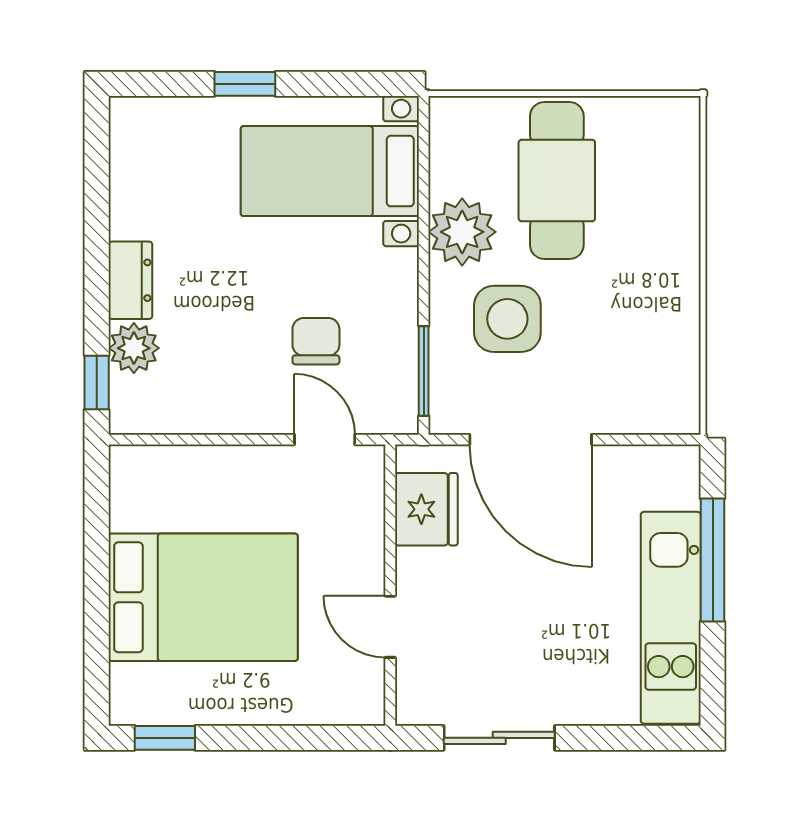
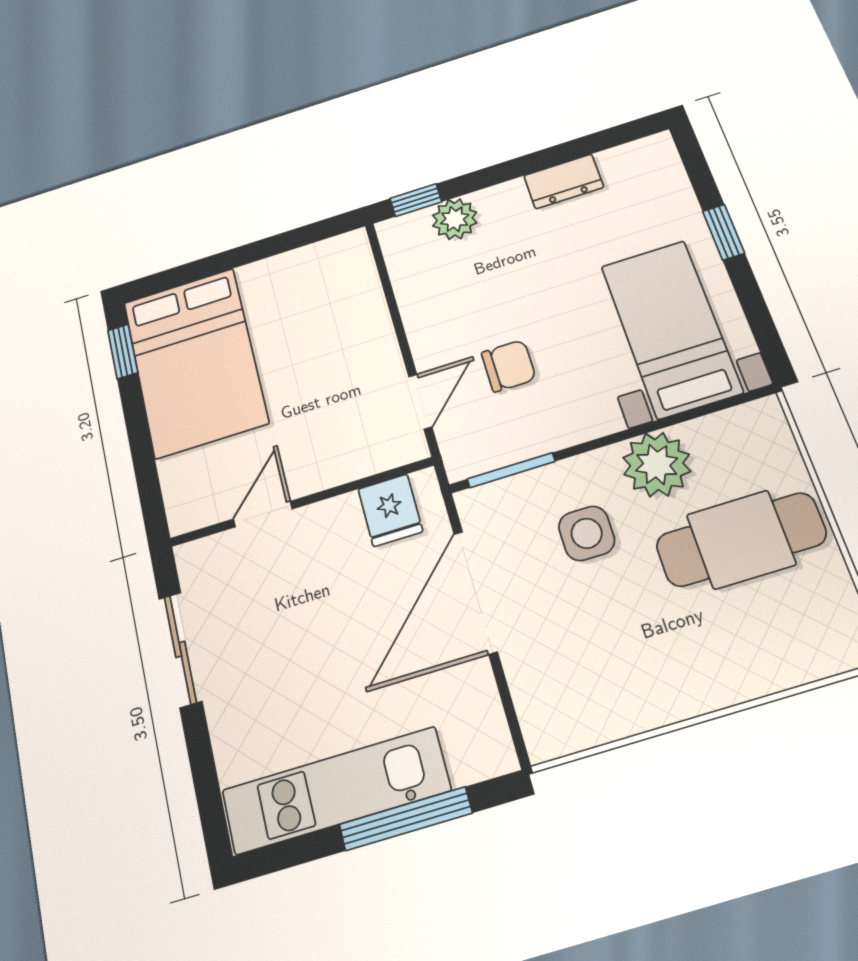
dresser: (130, 280) -> (564, 181), moved
side table: (507, 319) -> (587, 533), width x0.73, depth x0.73
fridge: (426, 509) -> (390, 510), width x0.72
bed: (203, 597) -> (195, 362), moved

